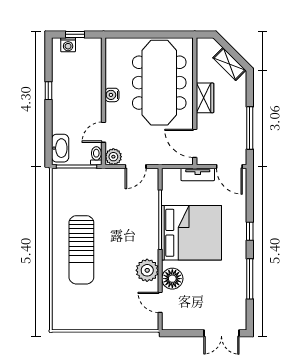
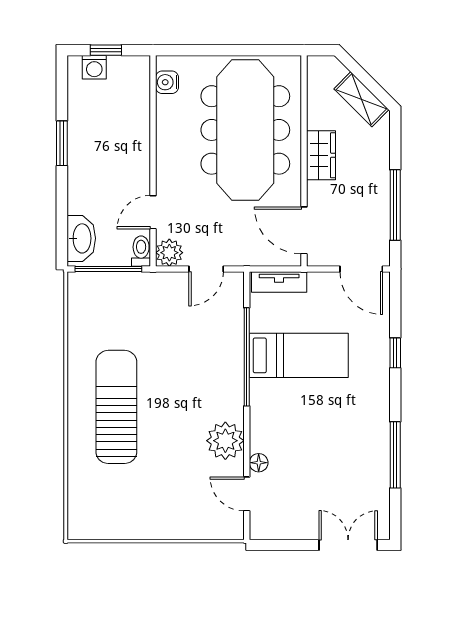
window: (48, 91) -> (62, 143), width x1.50
water cooler: (112, 95) -> (167, 82), moved
tv unit: (198, 174) -> (279, 282), moved
window: (250, 231) -> (395, 353), moved
bed: (192, 233) -> (299, 355), width x0.49
sun lounger: (81, 250) -> (116, 407), turned 180
floor lamp: (172, 279) -> (259, 463), width x0.53, depth x0.53
double door: (221, 333) -> (348, 545), swing flipped

